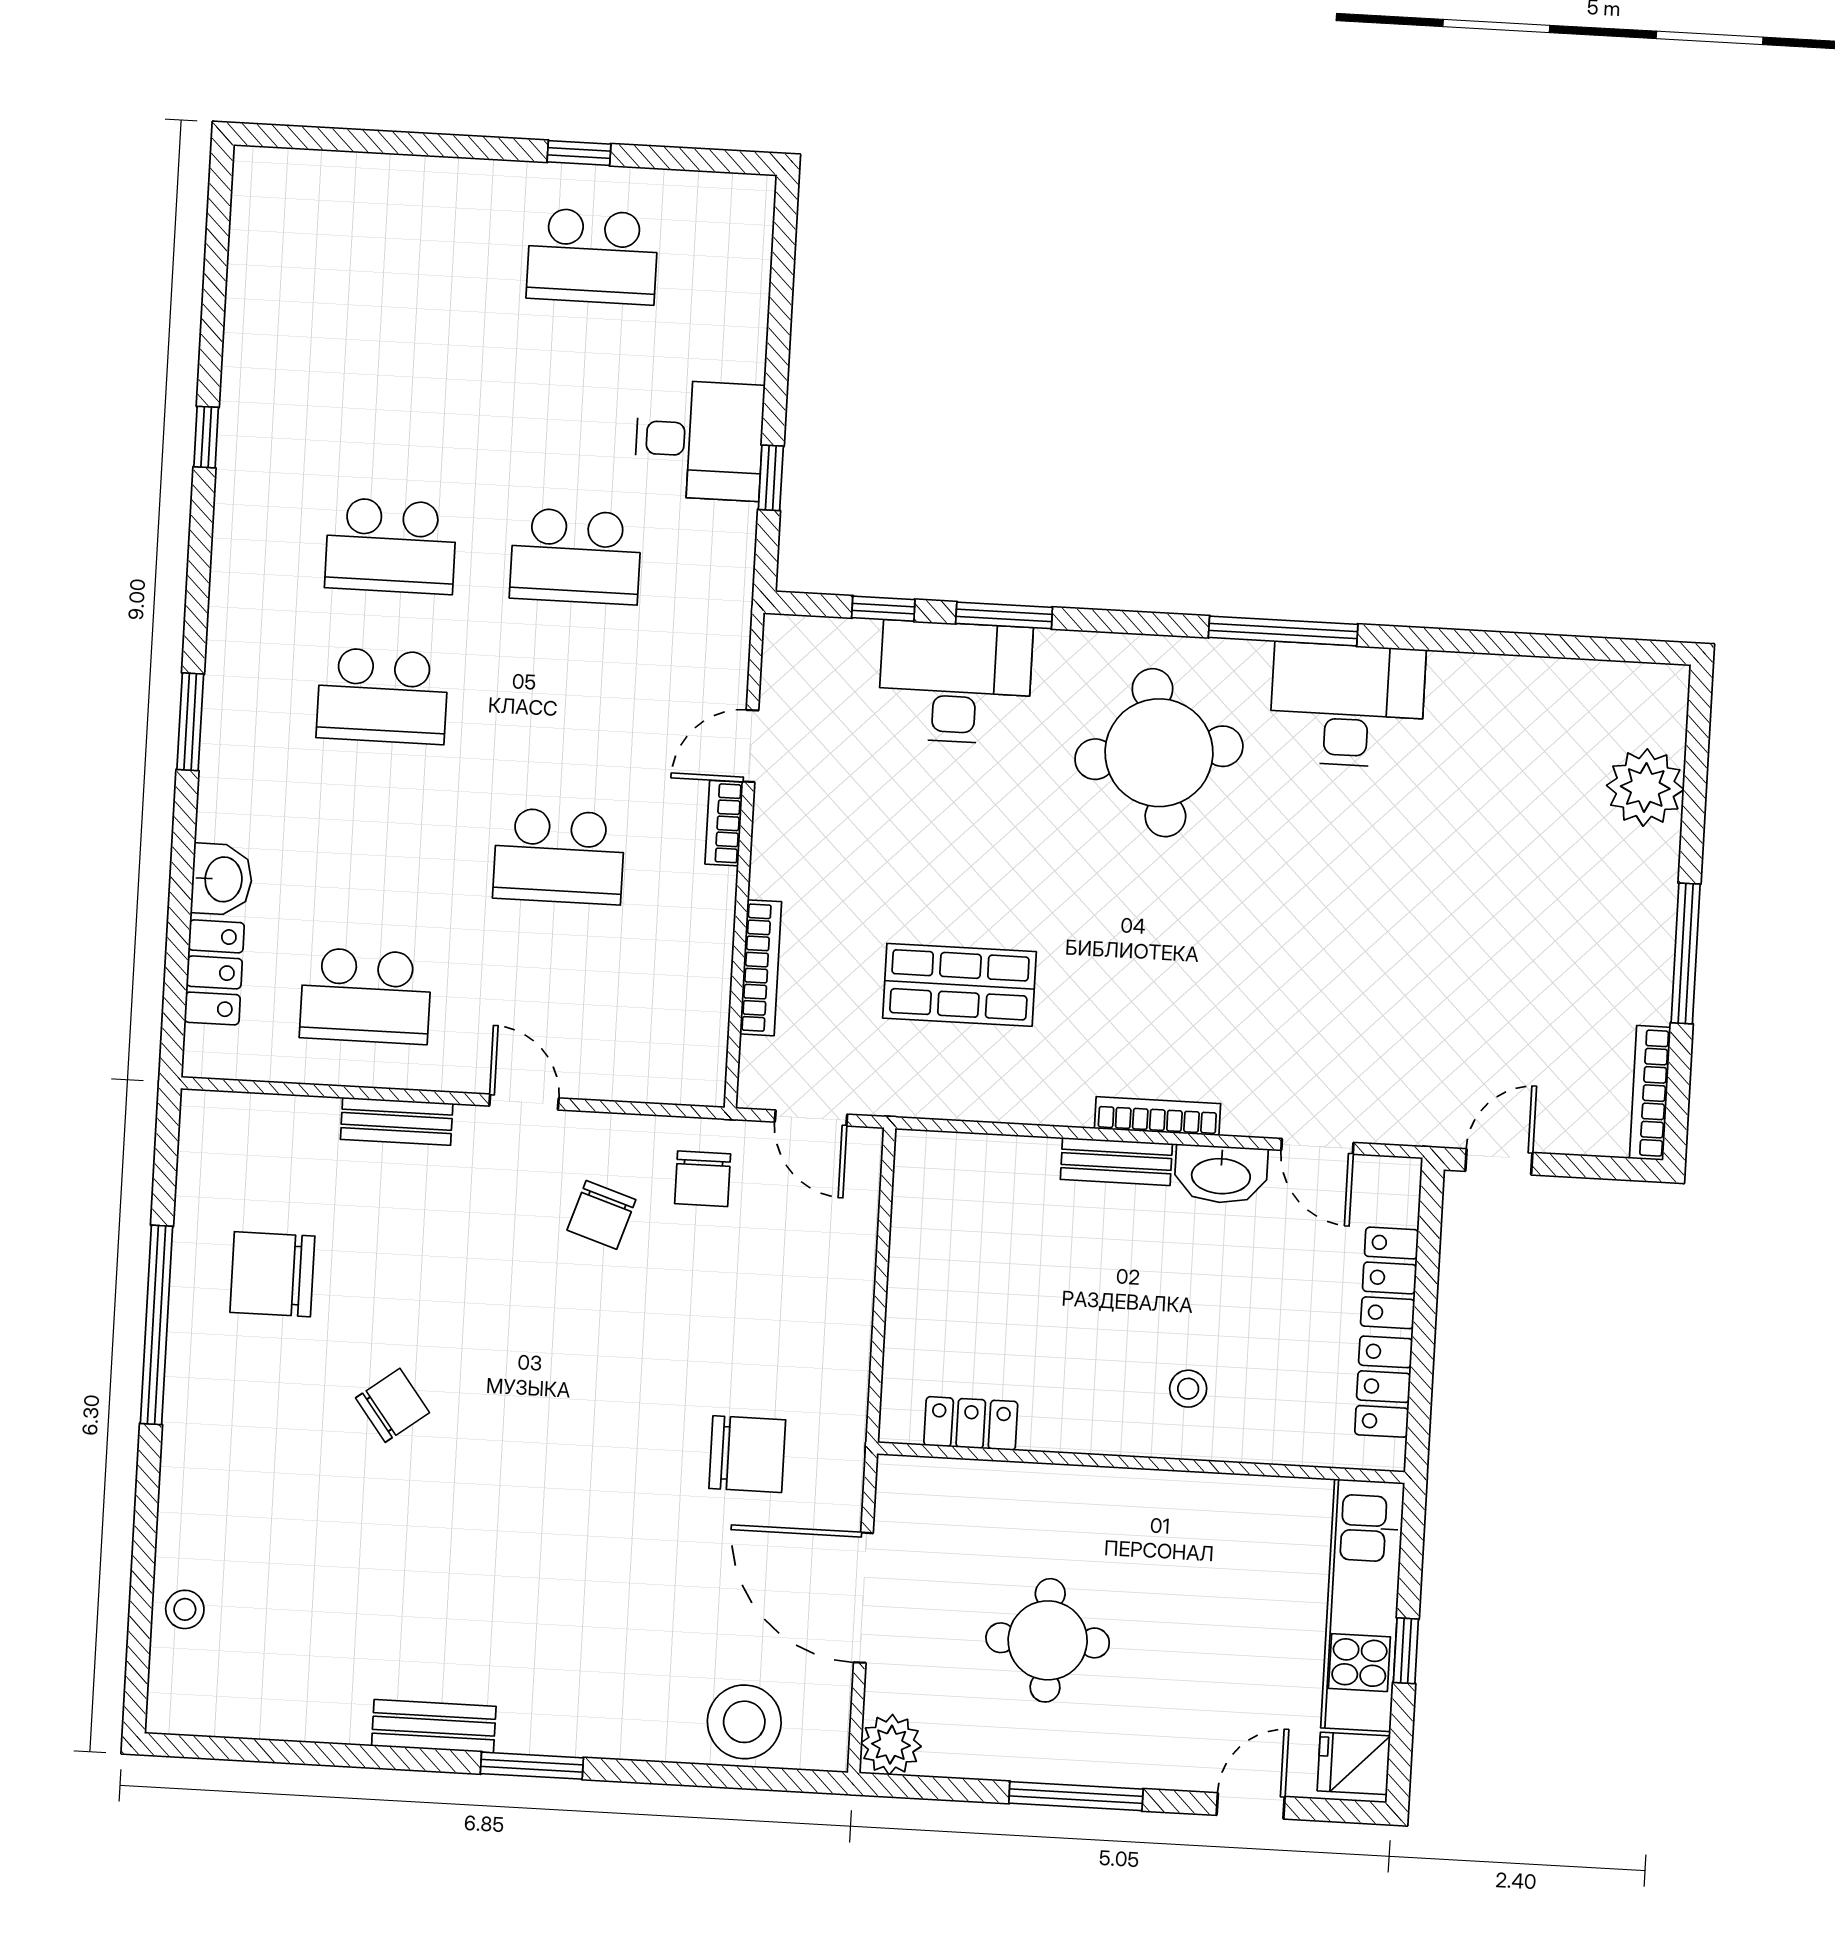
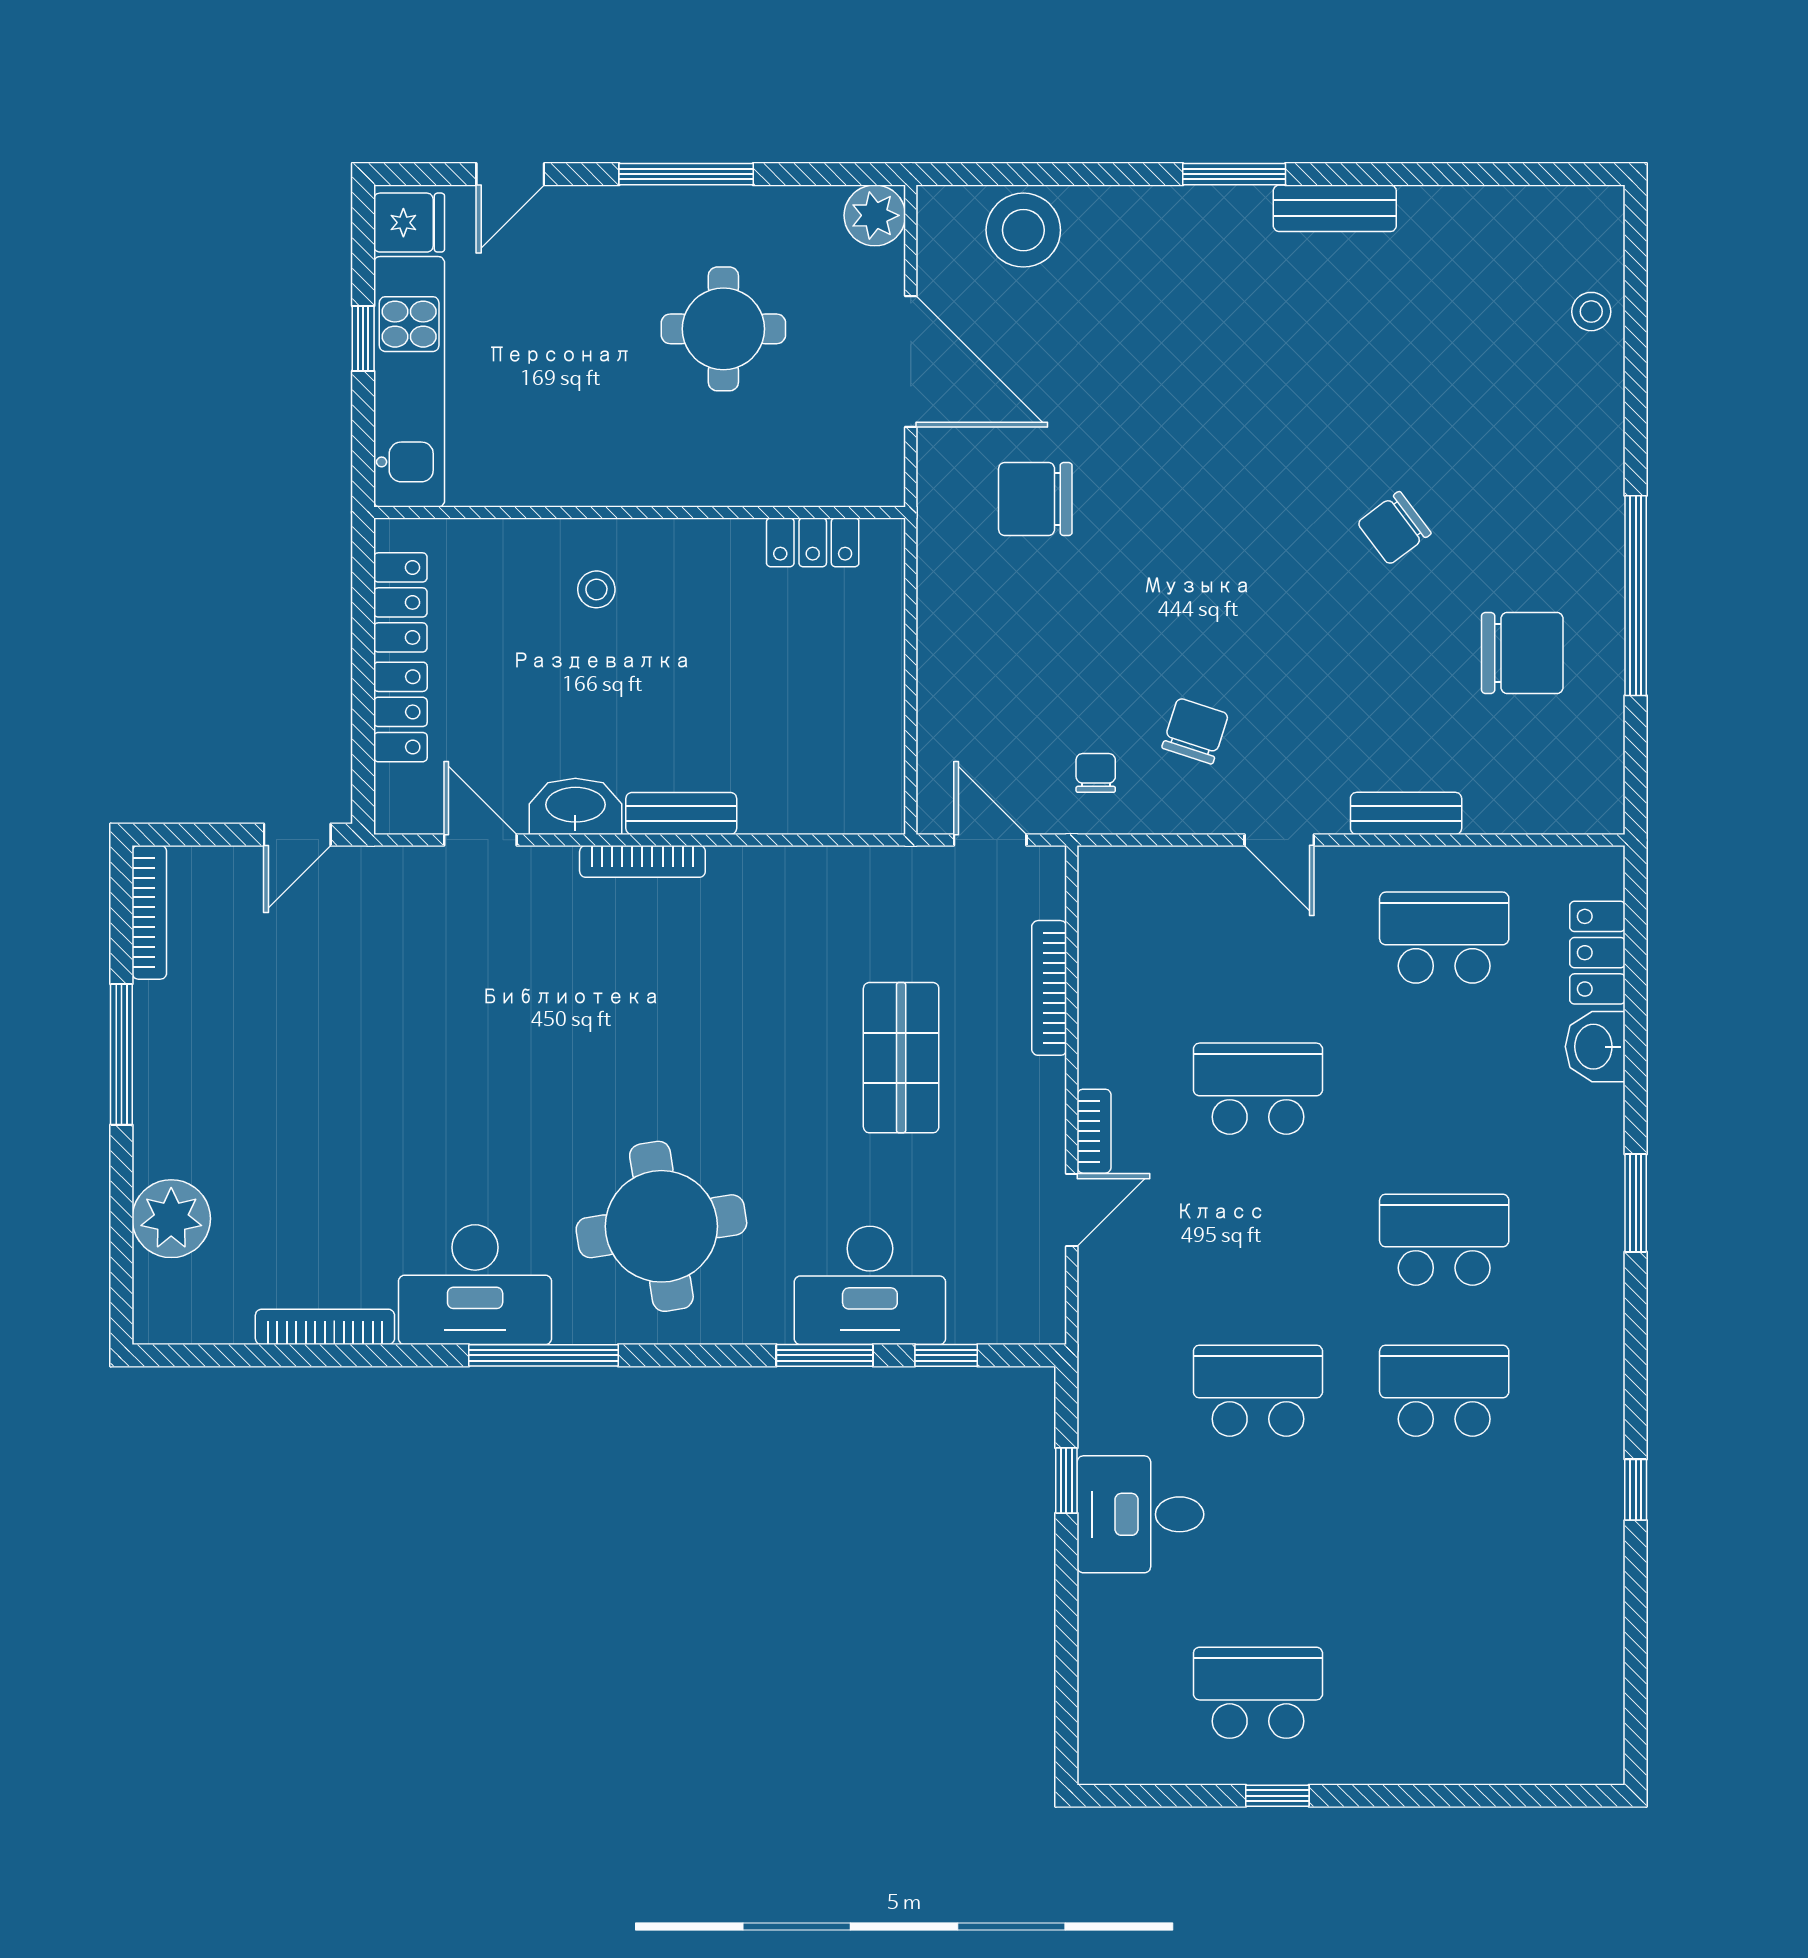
bookcase: (1499, 671) -> (325, 1327), added
shop shelf: (959, 985) -> (901, 1058), moved, turned 90
chair: (703, 1179) -> (1096, 773), width x0.73, depth x0.73

